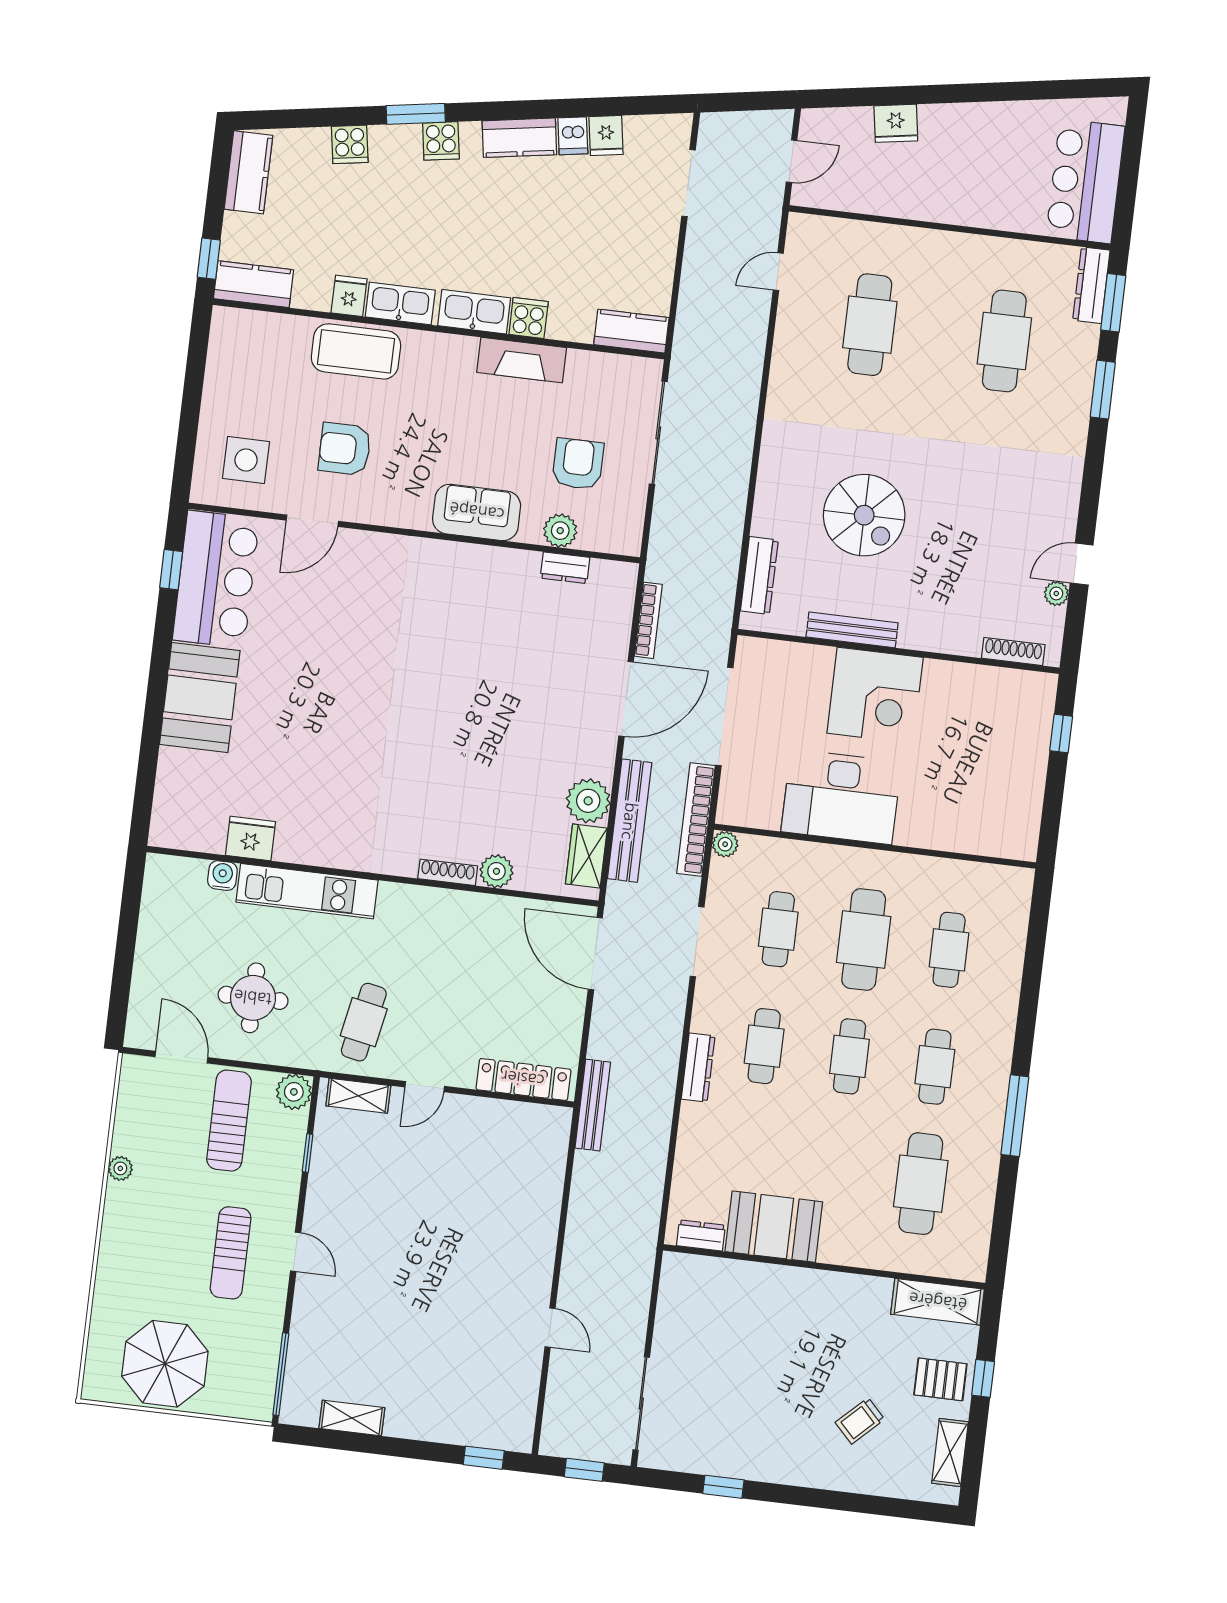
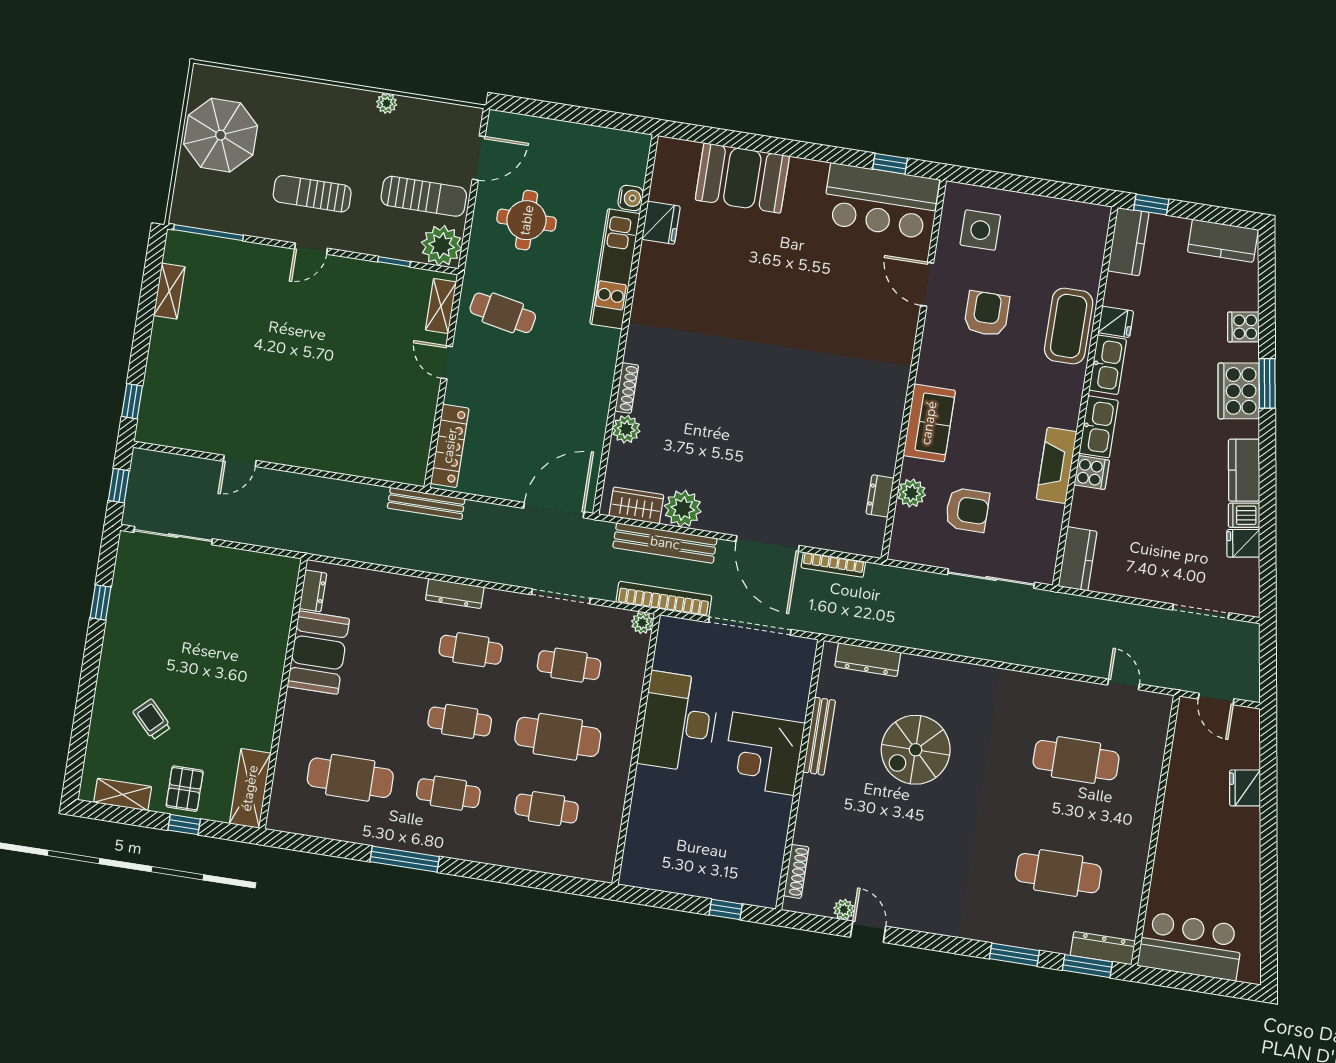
cooker: (441, 141) -> (1239, 391), width x1.87, depth x1.31
booth: (200, 697) -> (742, 178), moved
plant: (294, 1092) -> (441, 246), width x1.36, depth x1.36

